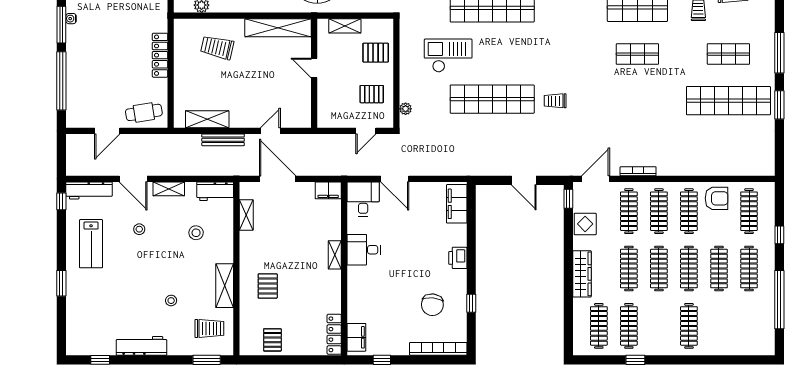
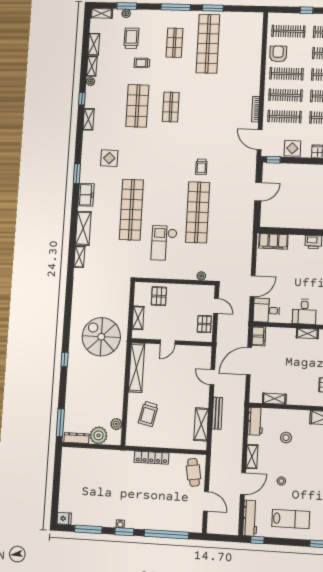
window: (61, 25) -> (124, 532), width x0.69
pallet: (372, 94) -> (204, 324), moved
door: (278, 179) -> (249, 361), moved

